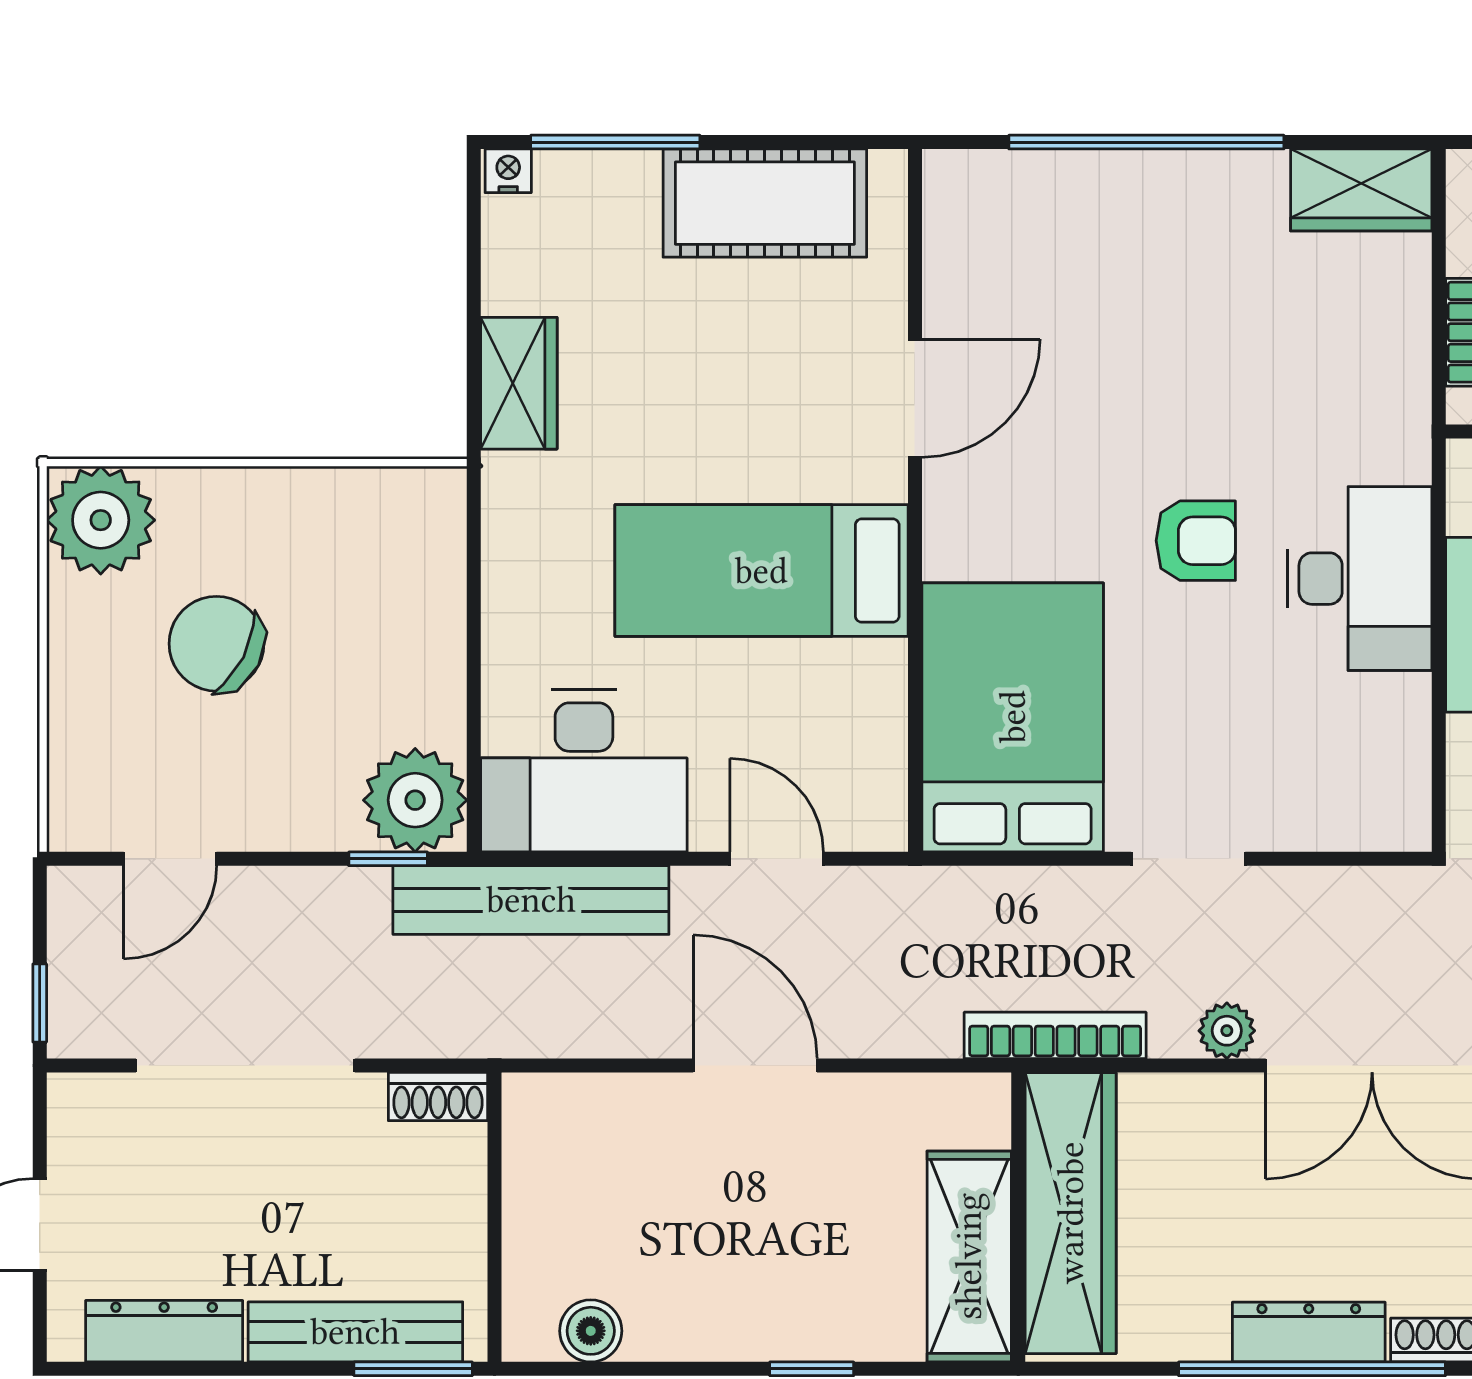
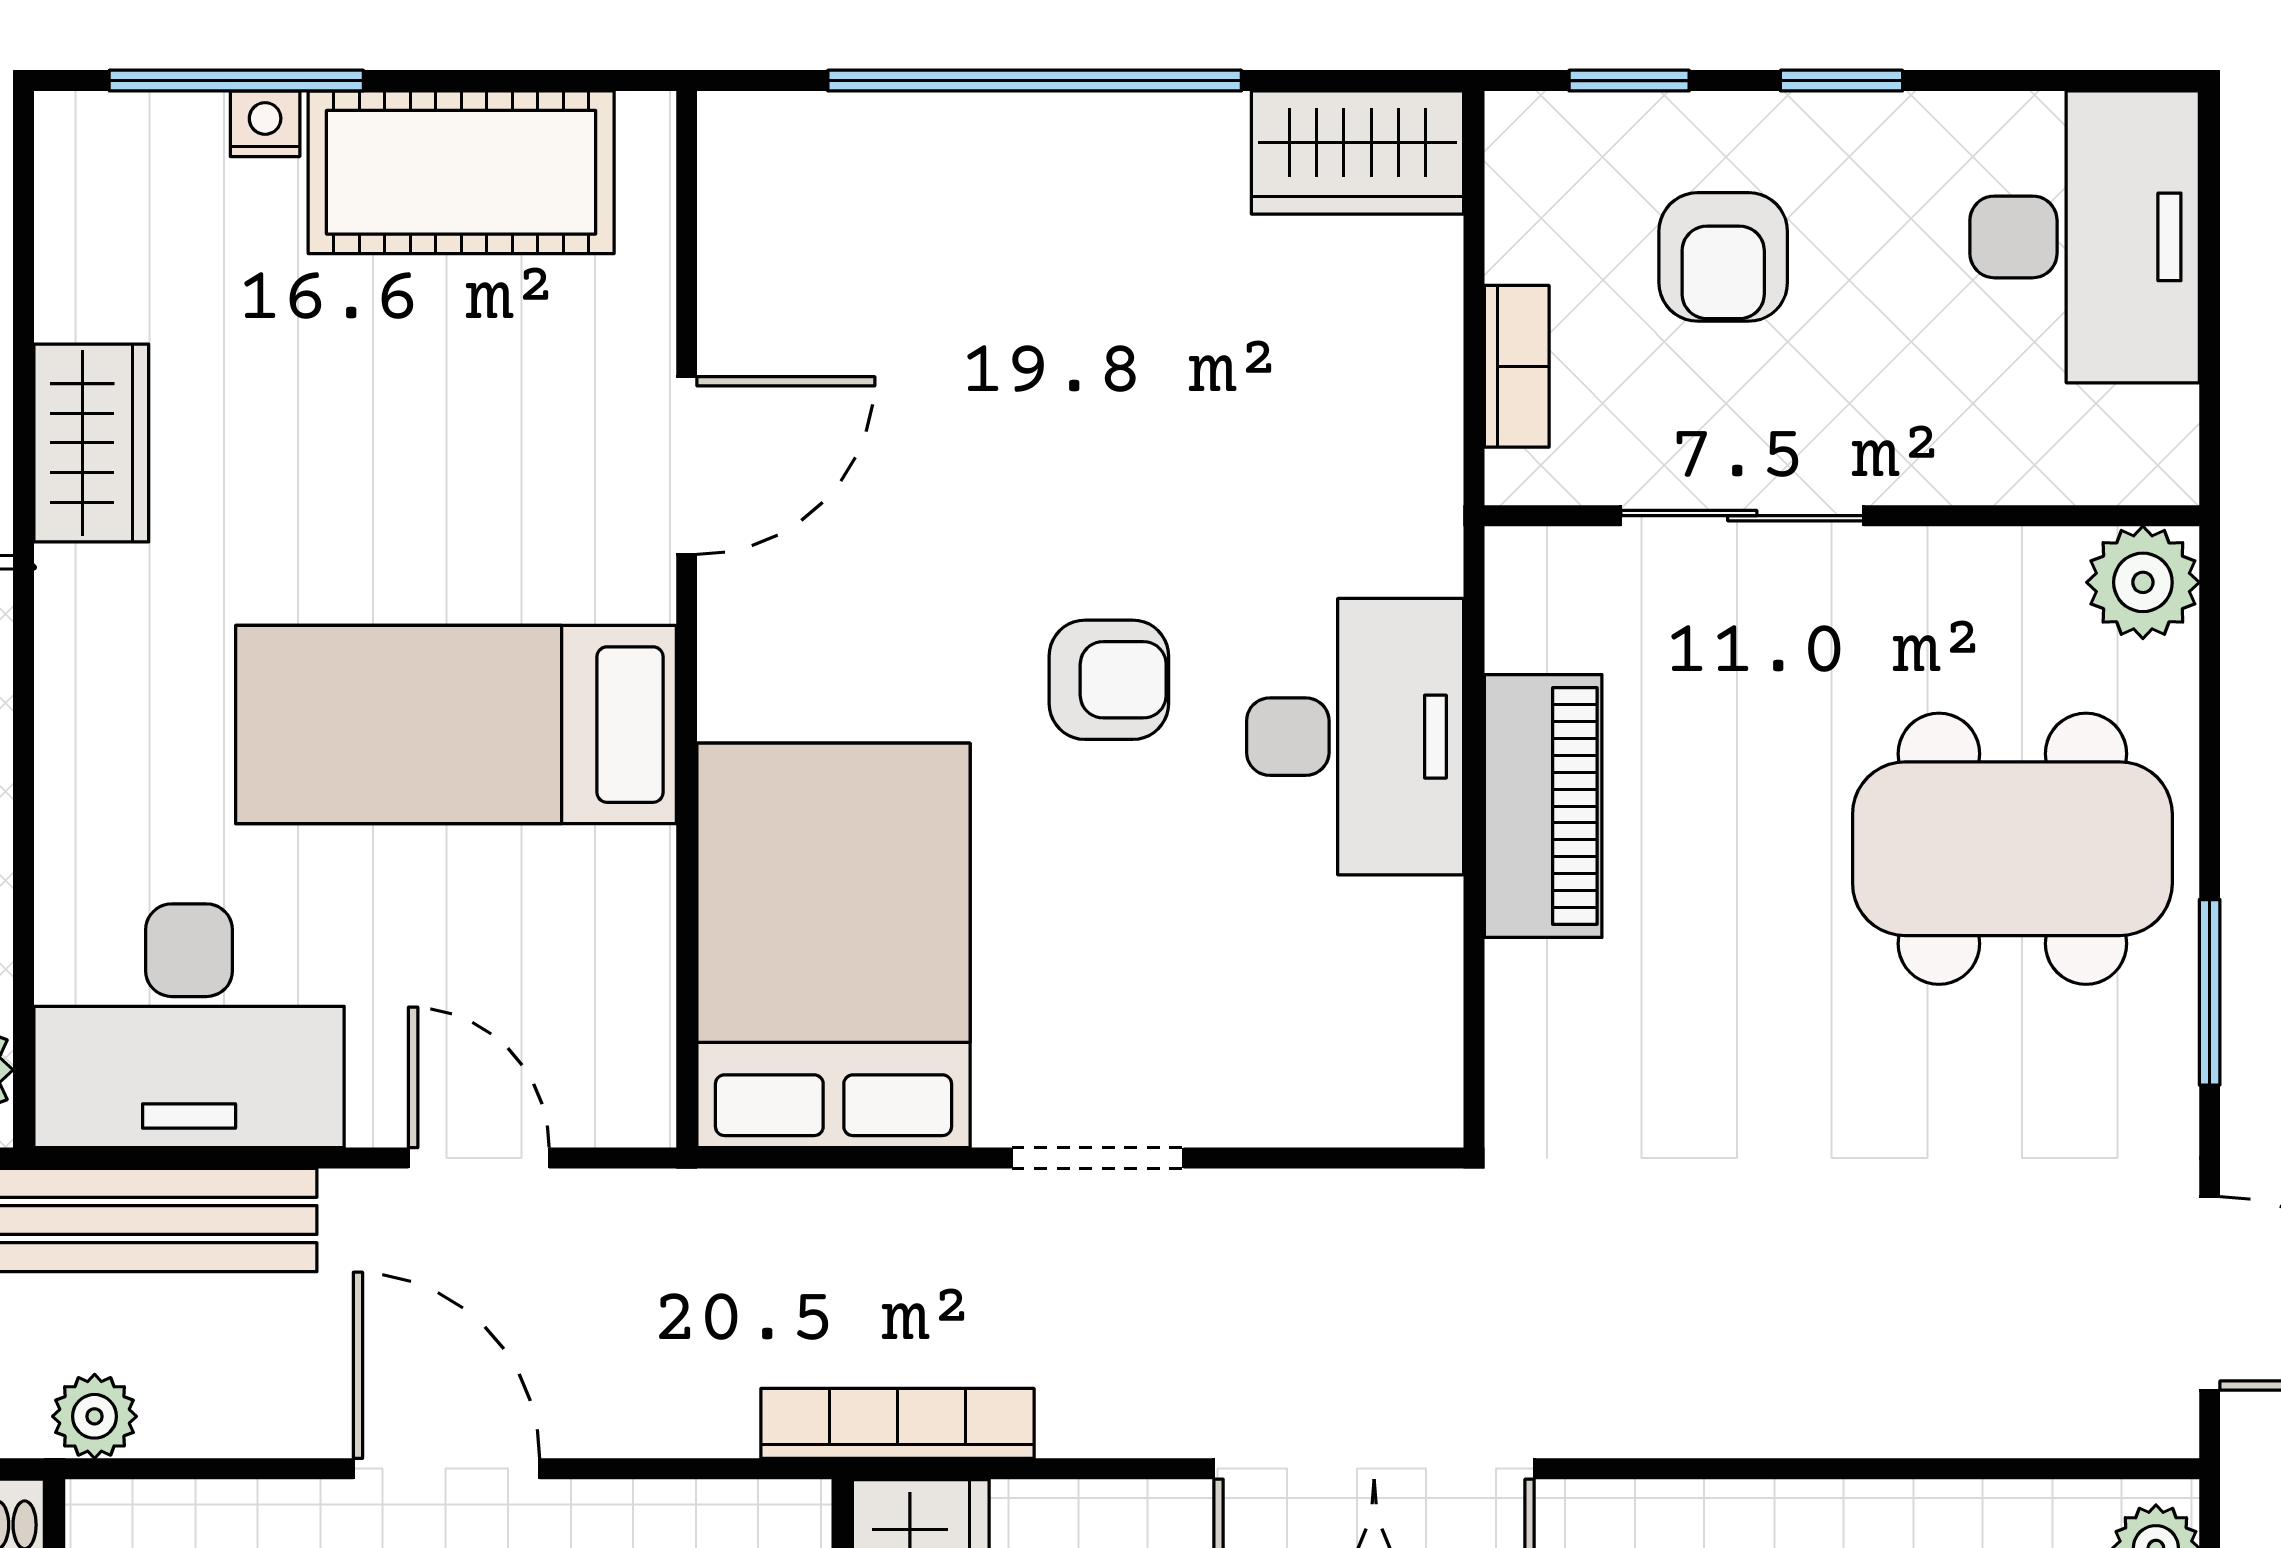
nightstand: (508, 171) -> (265, 124), moved
plant: (1227, 1031) -> (95, 1416), moved

